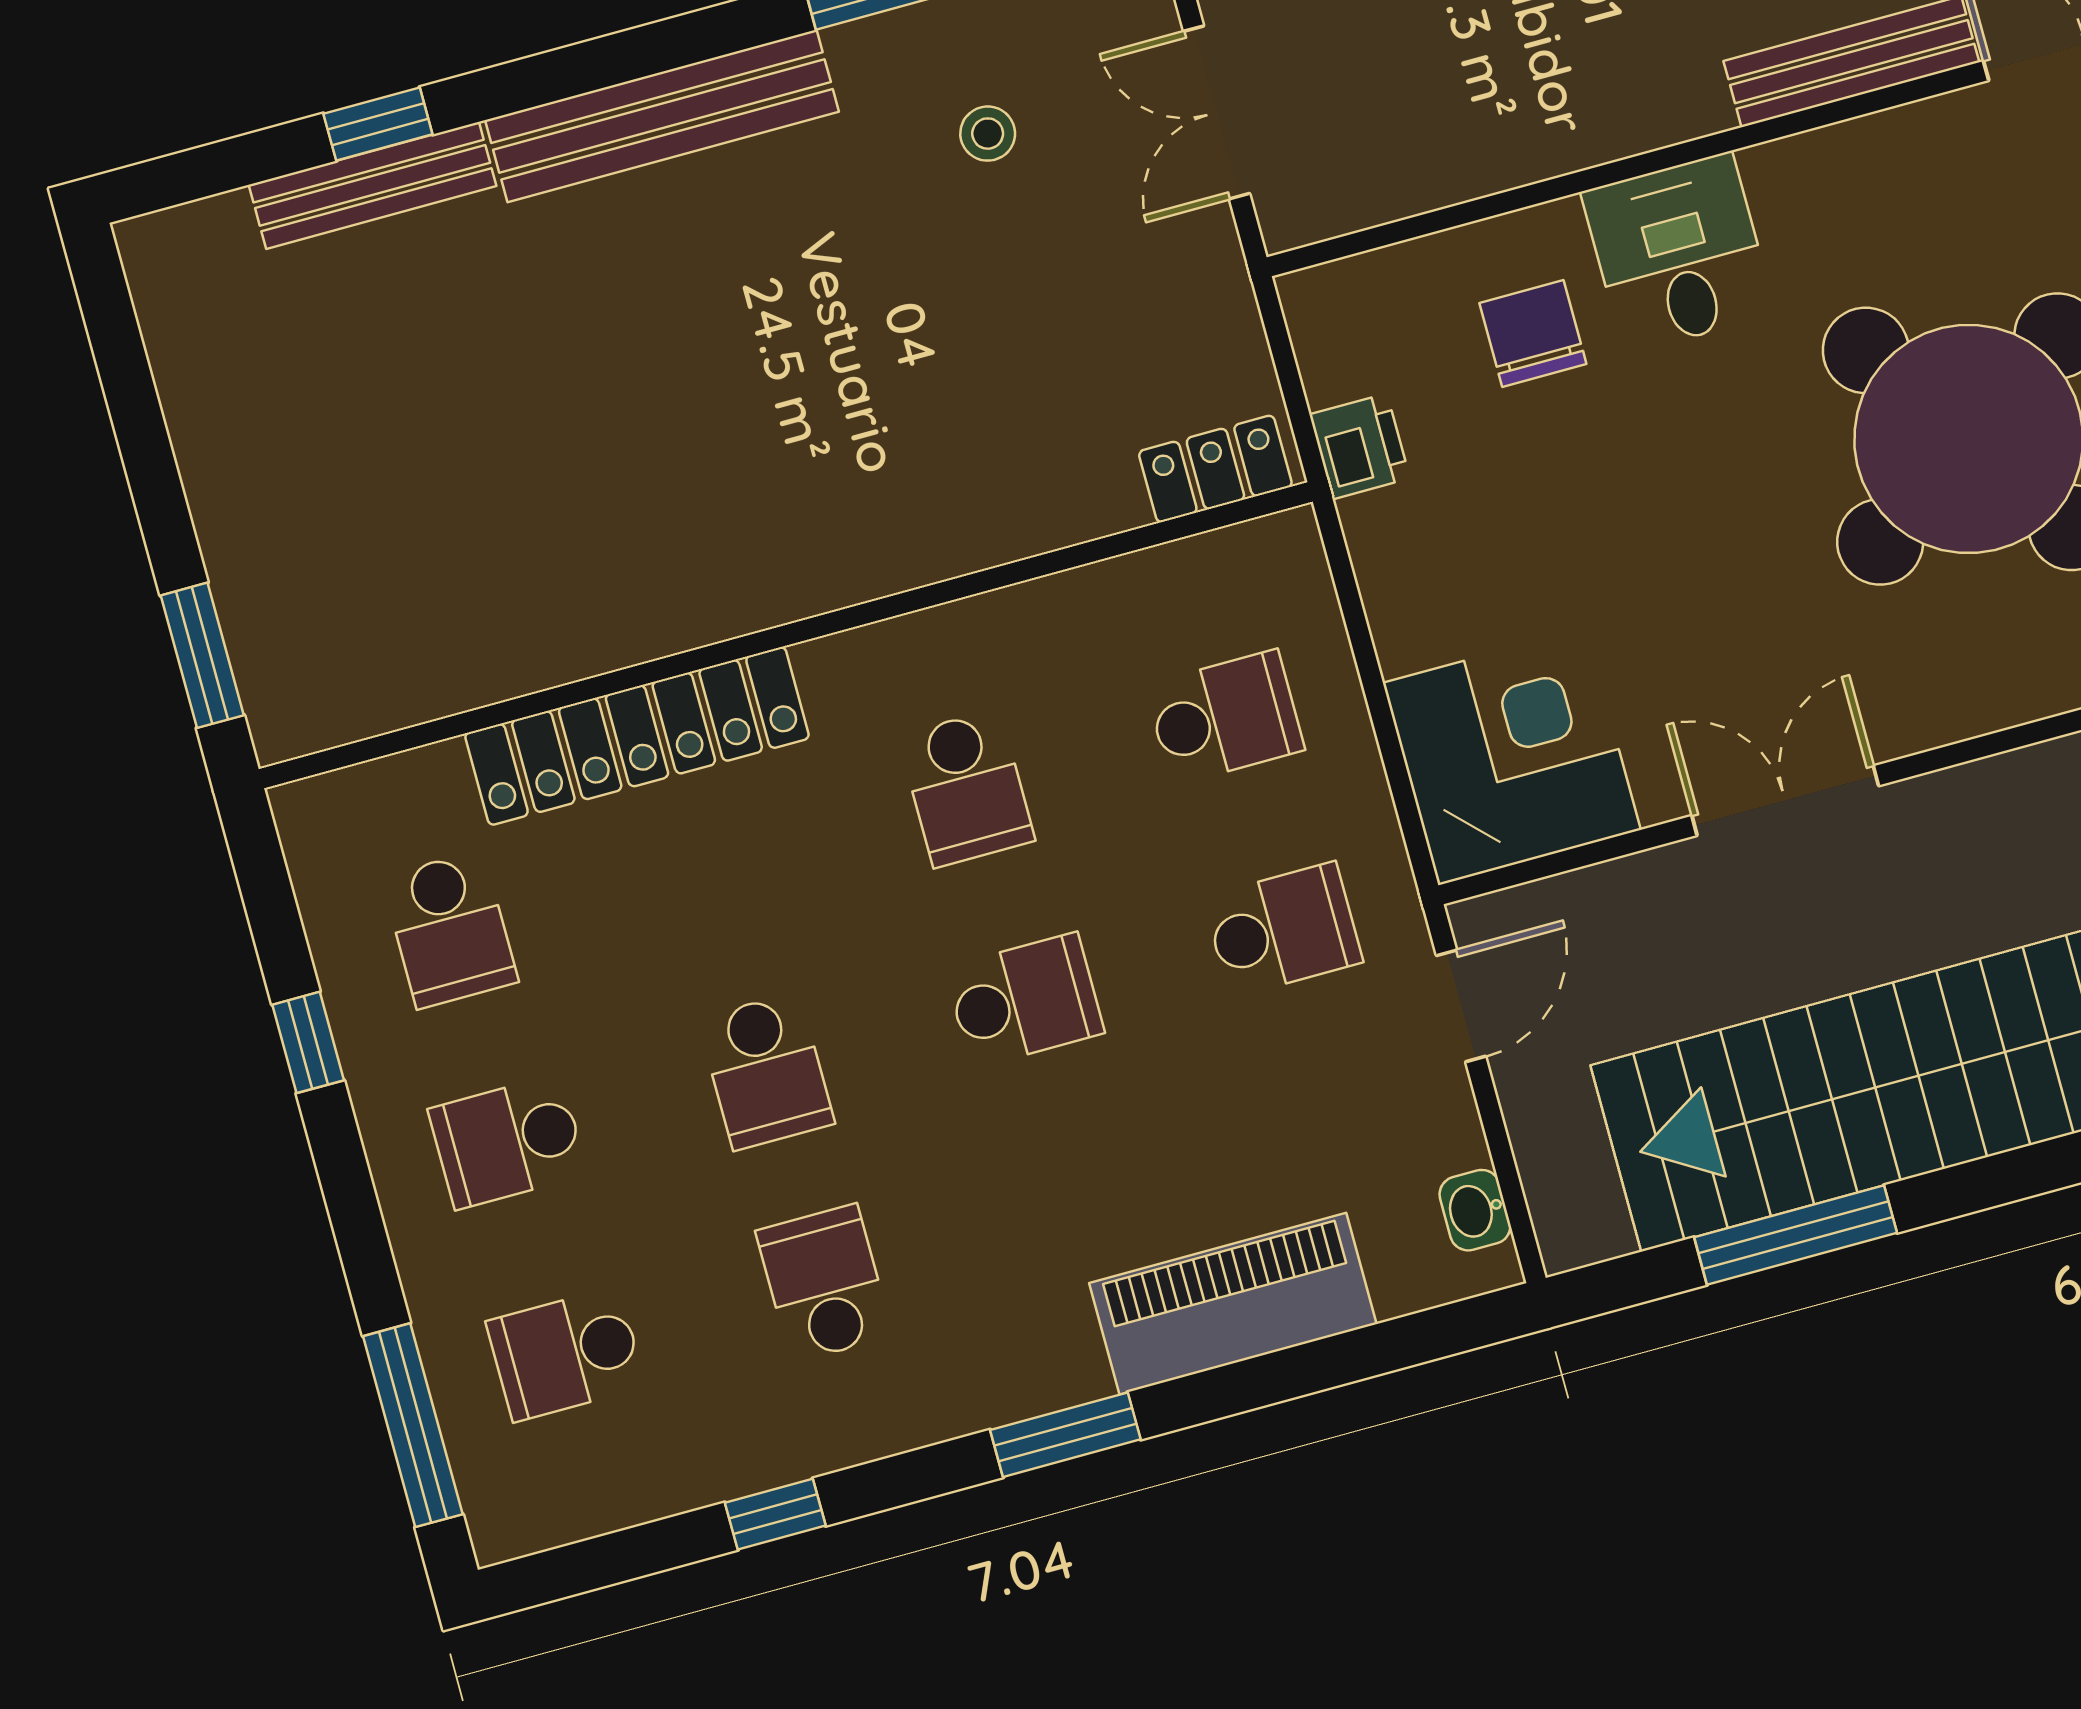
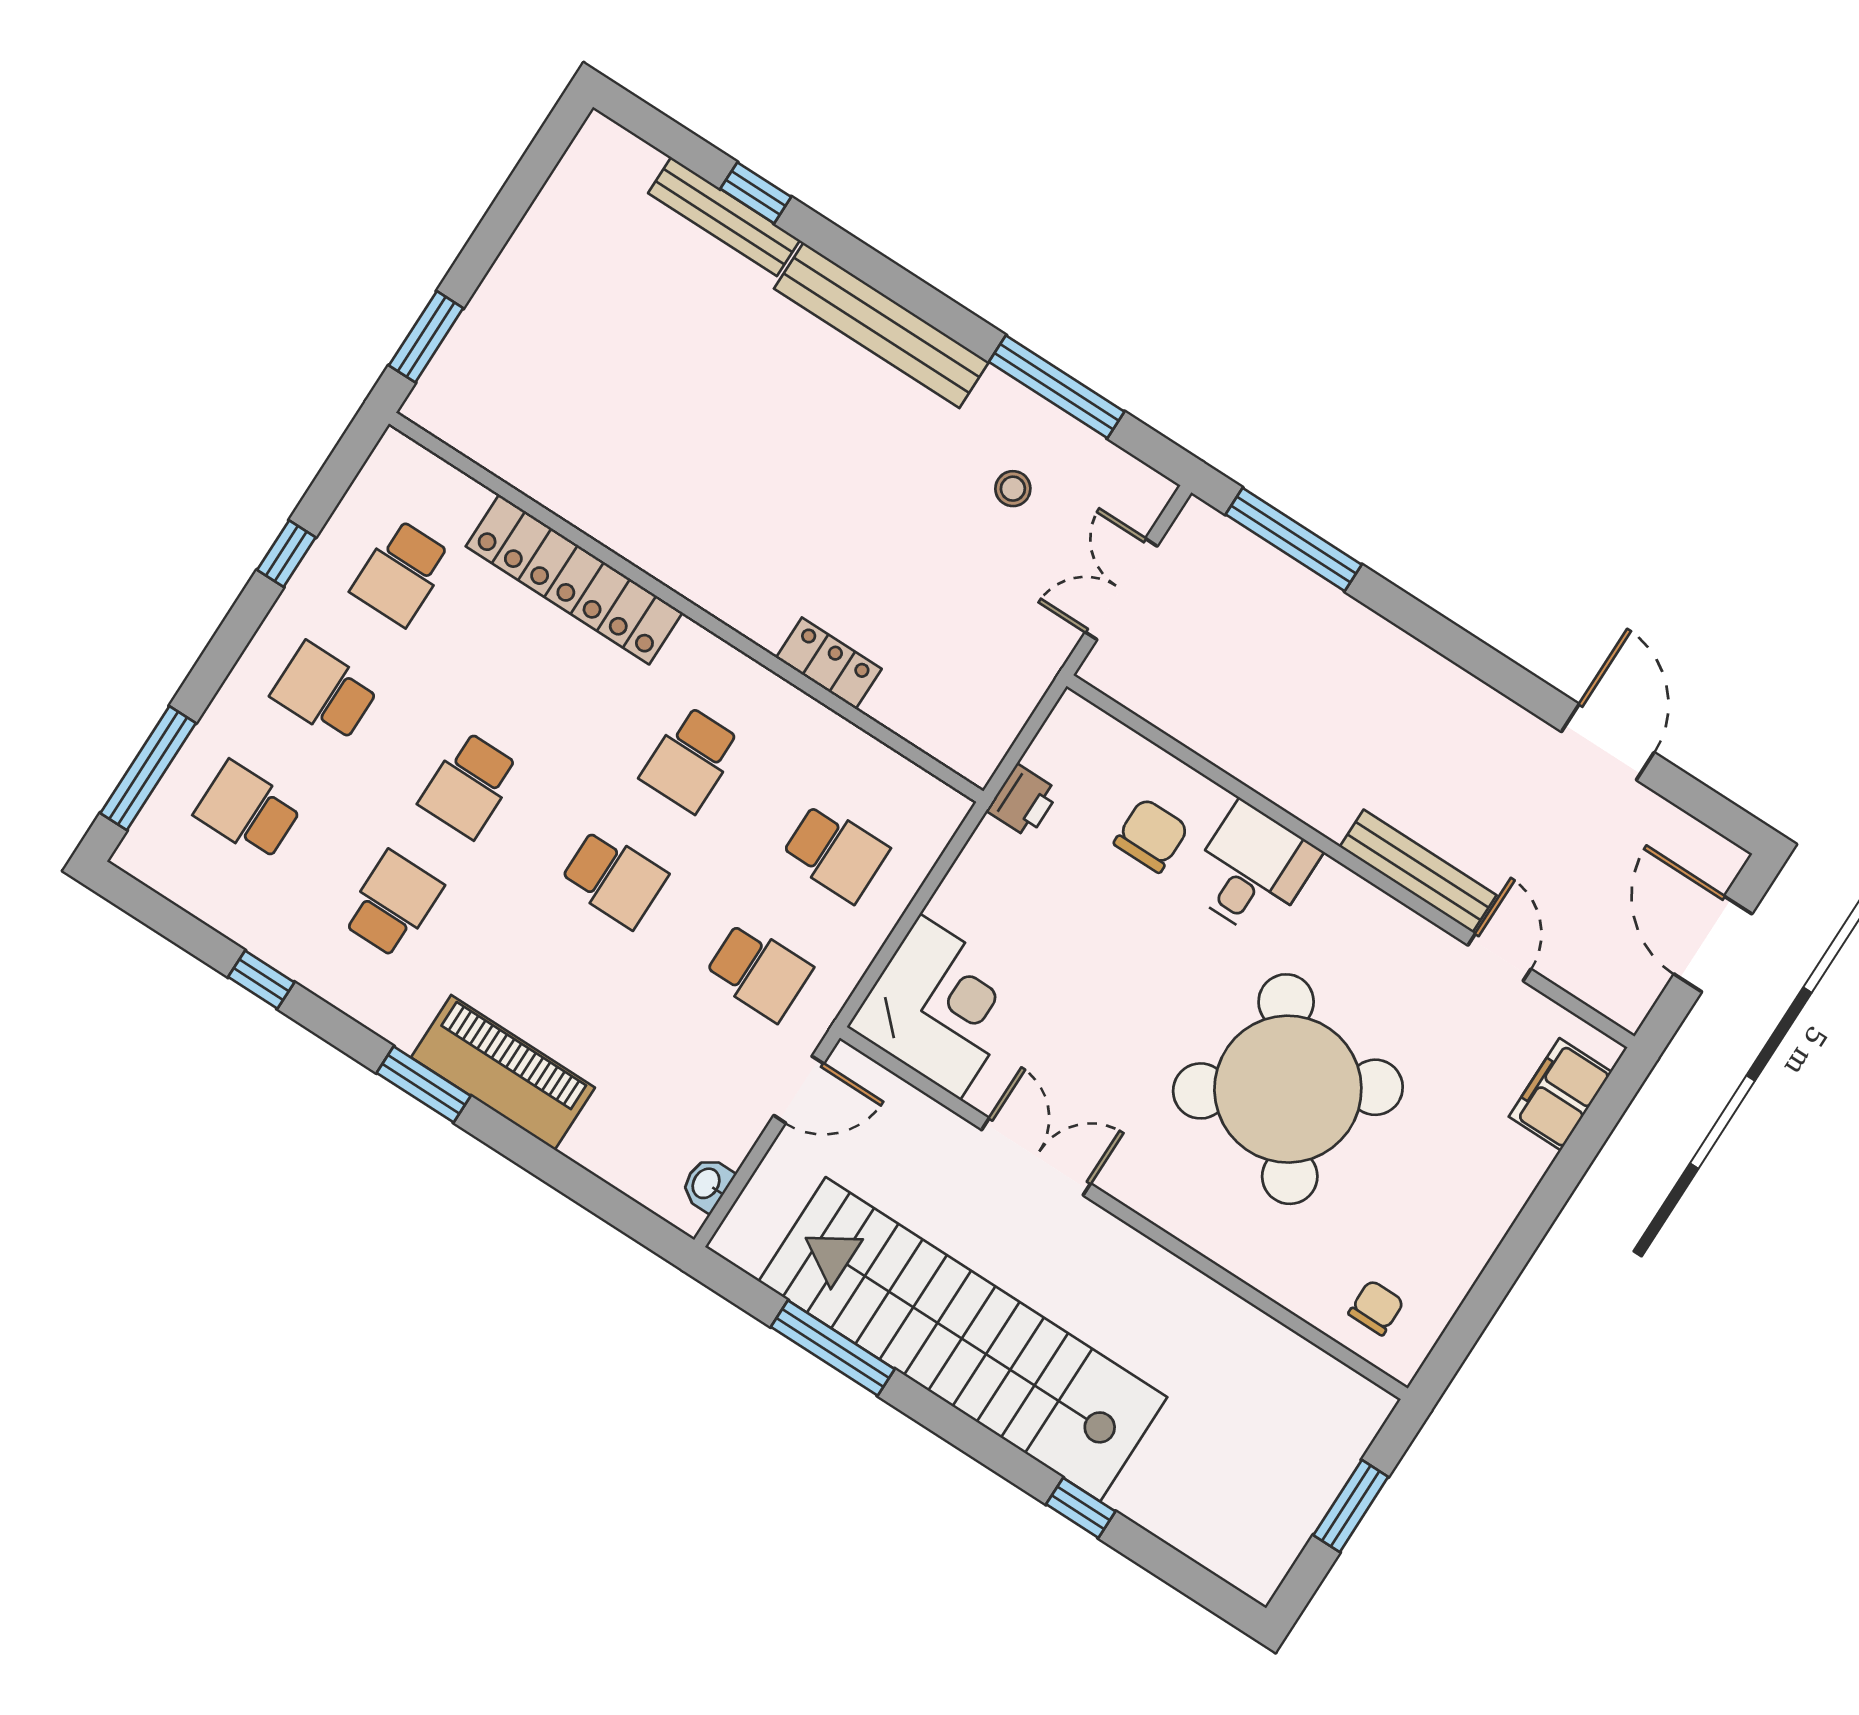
locker: (1215, 469) -> (829, 663), moved
piano: (1233, 1304) -> (503, 1072), moved

